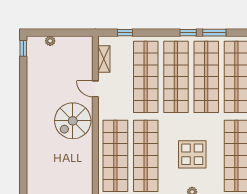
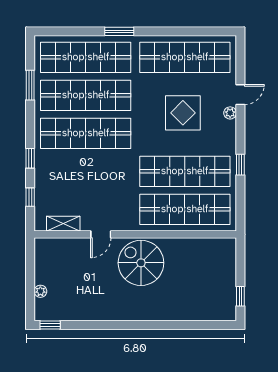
window: (188, 33) -> (30, 158), moved
shop shelf: (146, 77) -> (86, 171), removed
spiral stairs: (73, 121) -> (141, 263), turned 180

